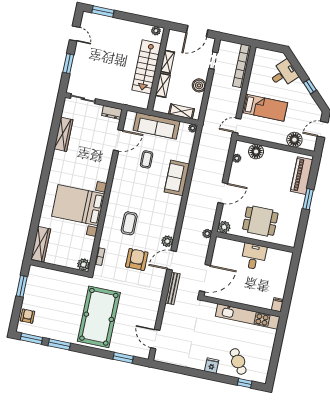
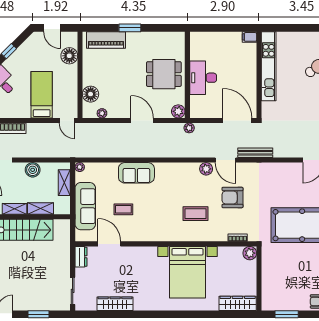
dining table: (260, 221) -> (164, 74), turned 90
desk: (254, 256) -> (203, 78), width x1.37

